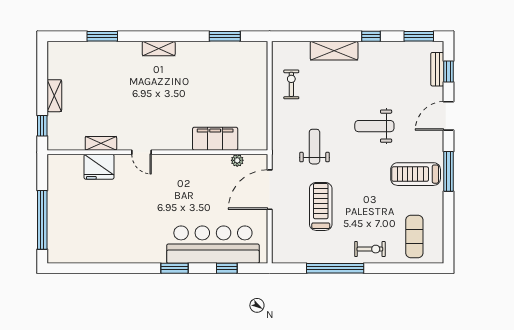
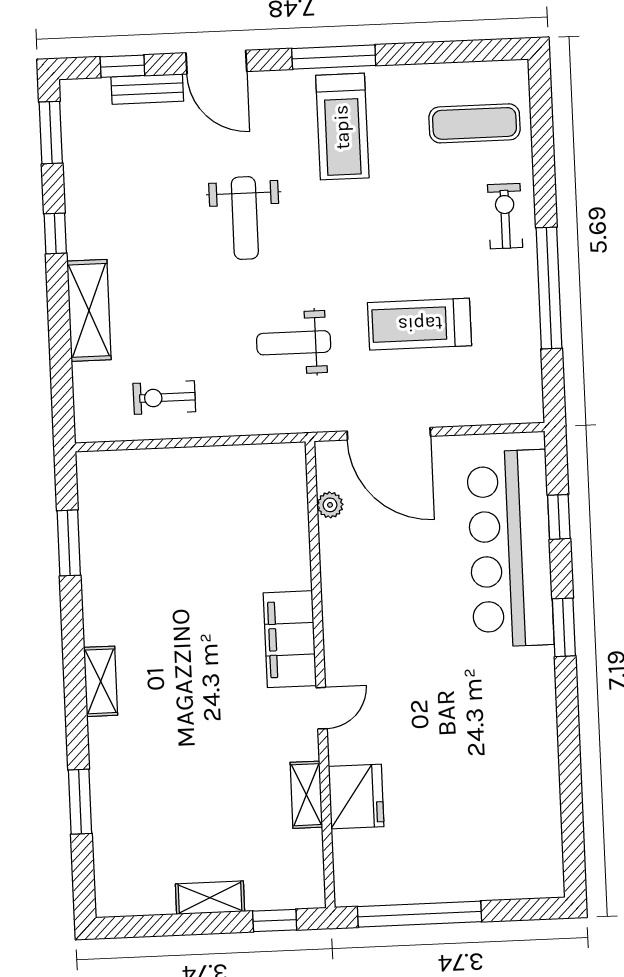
bench: (437, 69) -> (147, 89), moved
filing cabinet: (215, 139) -> (290, 639), moved
window: (42, 220) -> (420, 914), moved

